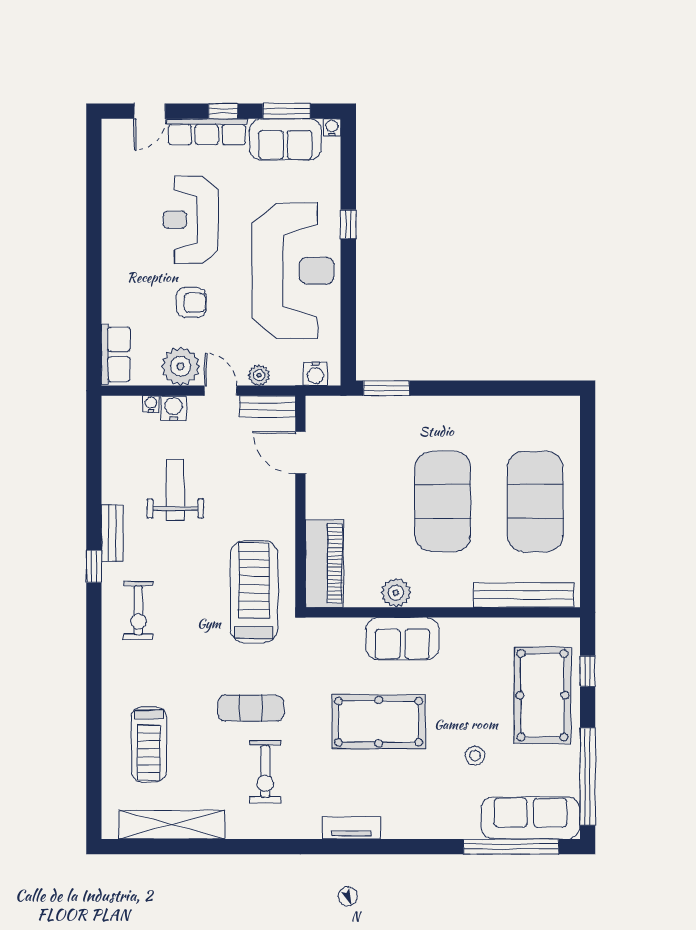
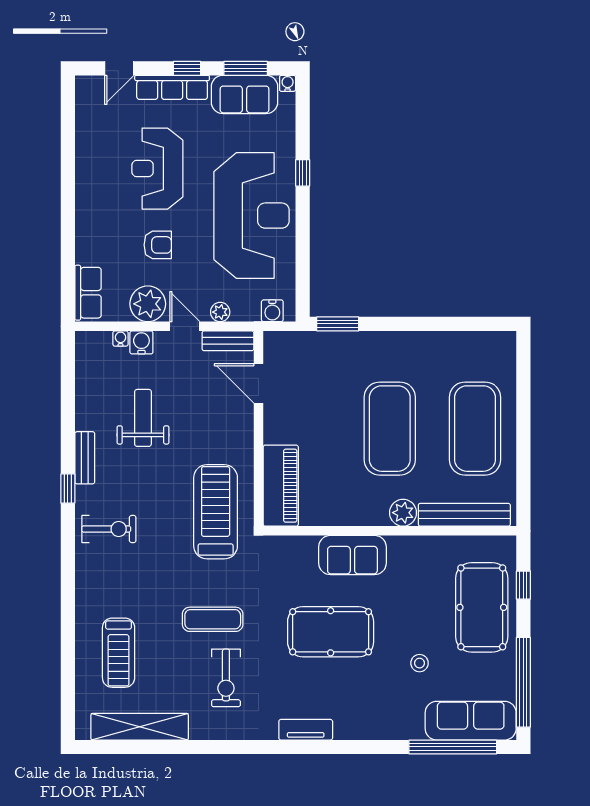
plant: (396, 593) -> (403, 513), moved
exercise bike: (138, 610) -> (109, 529), turned -90

